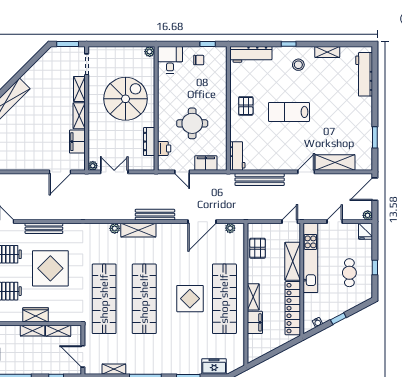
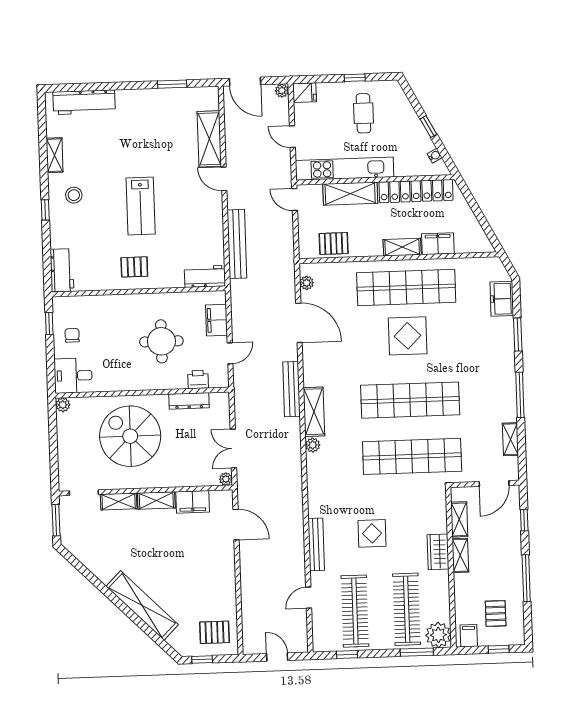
workbench: (251, 54) -> (62, 270), width x0.73
display table: (50, 268) -> (372, 533), width x0.54, depth x0.54
cafe table: (349, 273) -> (363, 113), turned 90

